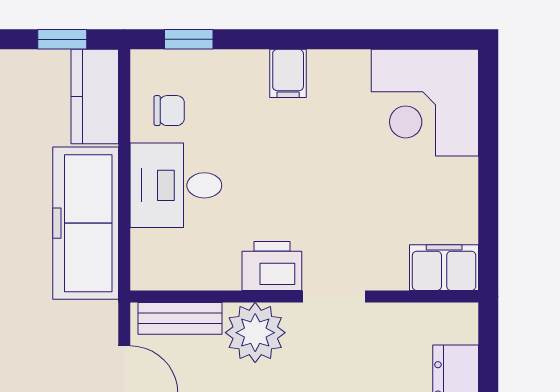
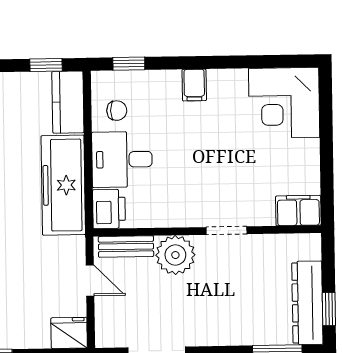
printer: (272, 266) -> (109, 209), moved, turned 90

